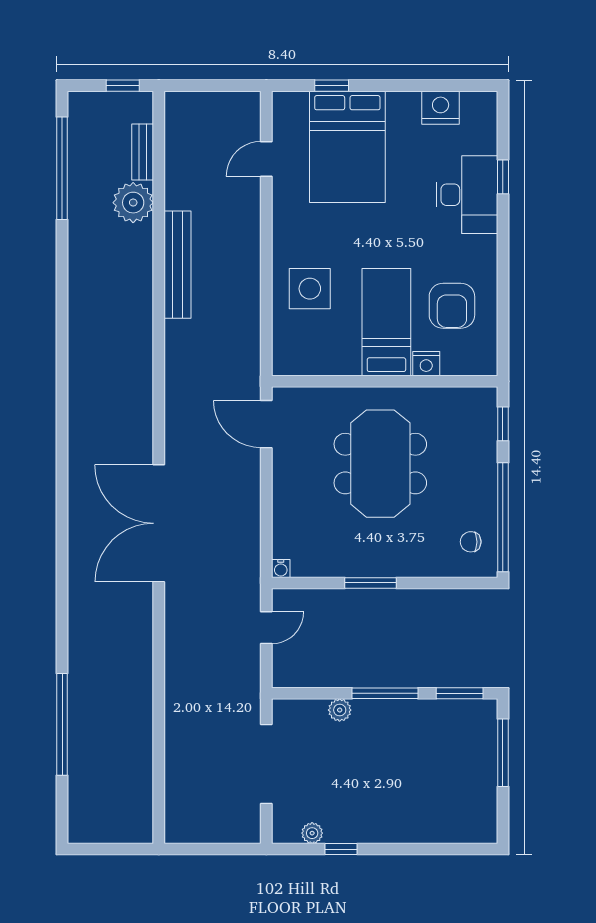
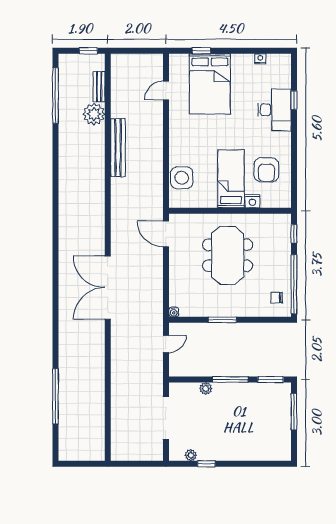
nightstand: (441, 108) -> (260, 59), width x0.53, depth x0.56
side table: (310, 289) -> (182, 178), moved

